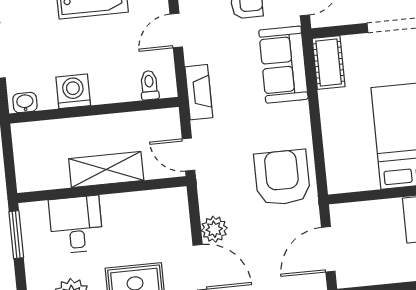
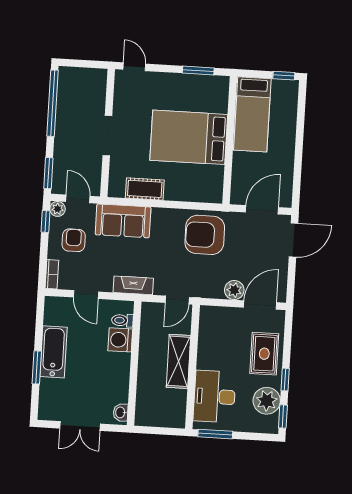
cot: (329, 63) -> (145, 189), moved
washing machine: (73, 91) -> (120, 340), moved
desk: (76, 225) -> (215, 397), width x1.37
door: (328, 249) -> (262, 210), swing flipped

